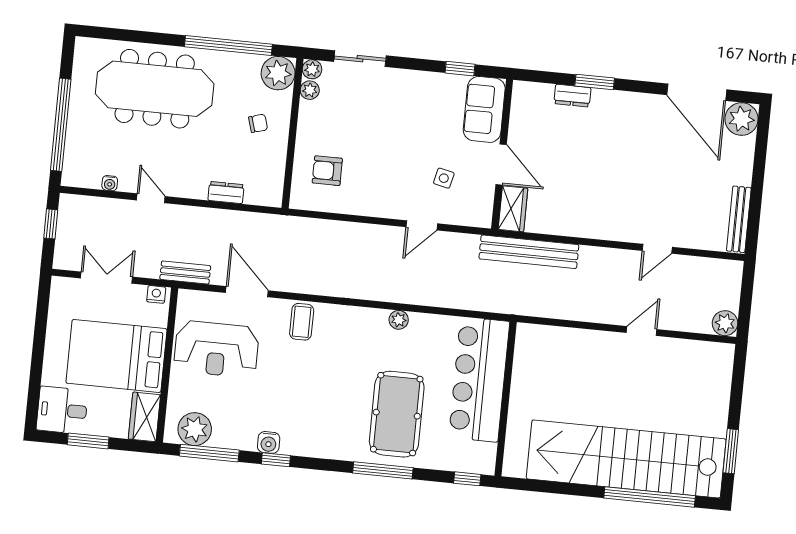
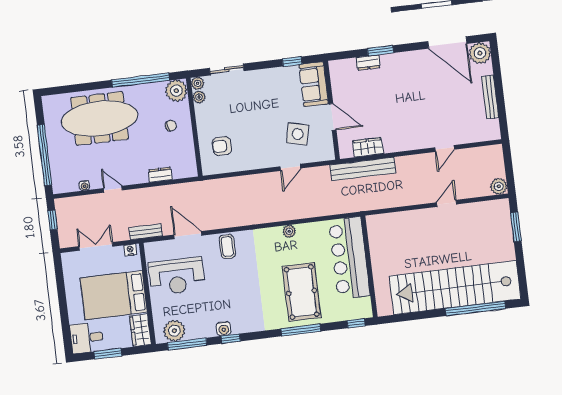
side table: (444, 178) -> (298, 134), width x1.87, depth x1.87
wardrobe: (513, 209) -> (368, 147), moved, turned -90
bench: (739, 219) -> (490, 97), moved
window: (731, 451) -> (516, 227), moved

